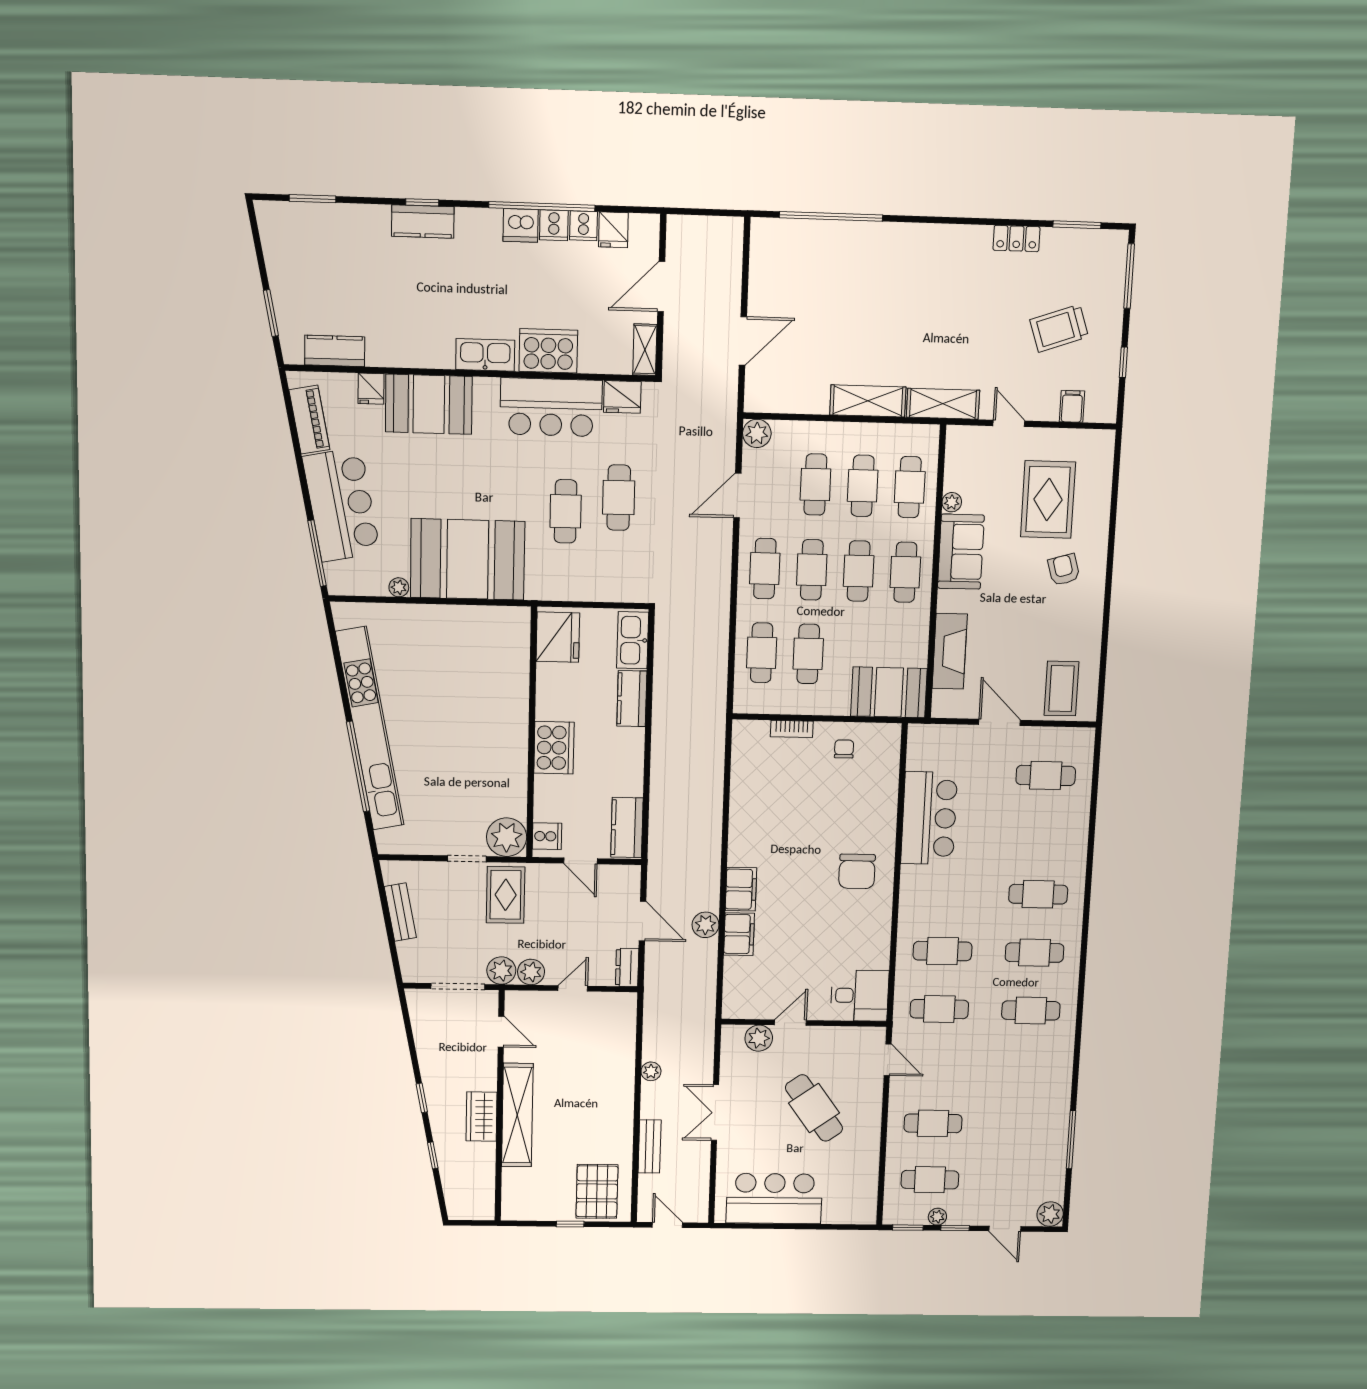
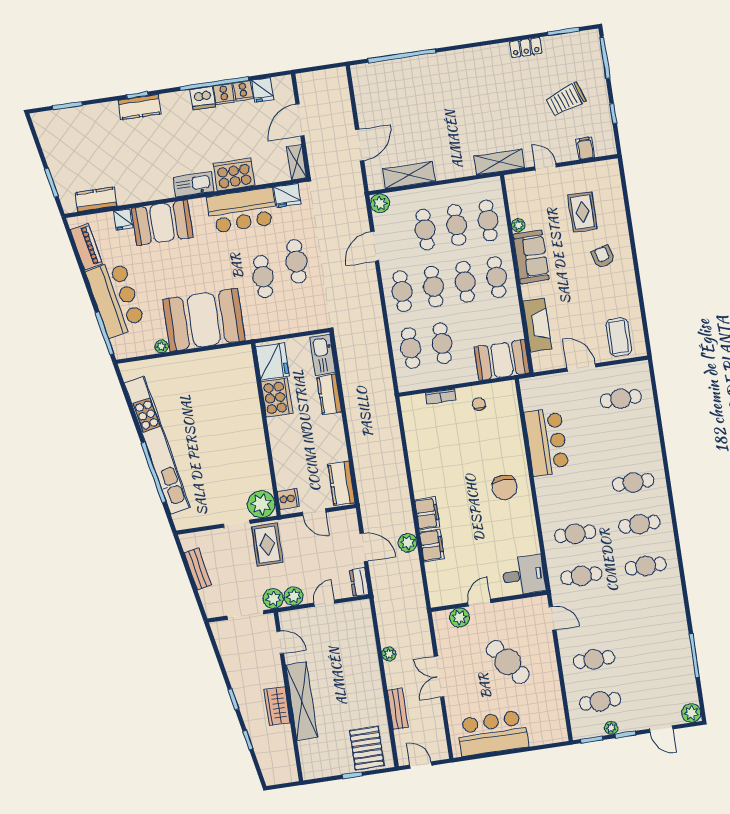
shelving: (868, 401) -> (409, 175), moved
rug: (1048, 500) -> (582, 212), width x0.73, depth x0.70
cooker: (554, 748) -> (277, 398), moved

